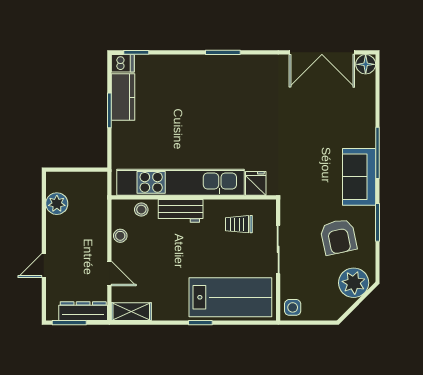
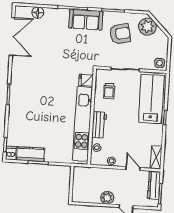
floor lamp: (366, 64) -> (38, 13), moved
plant: (57, 204) -> (107, 198), moved
door: (109, 273) -> (133, 169), hinge flipped

